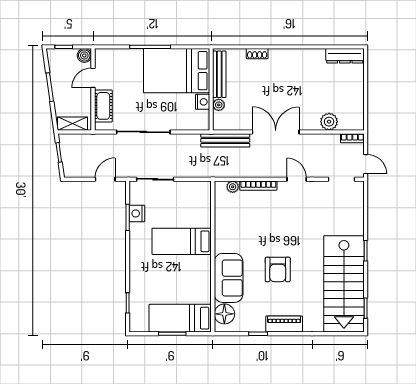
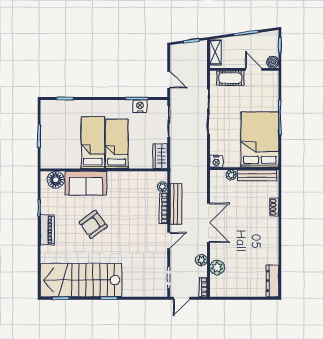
nightstand: (203, 102) -> (216, 161), moved
bench: (225, 140) -> (176, 204), moved
plant: (320, 140) -> (201, 260), added
wardrobe: (196, 189) -> (160, 156), added
armchair: (278, 269) -> (93, 224), turned -36
bed: (180, 318) -> (93, 143), moved

